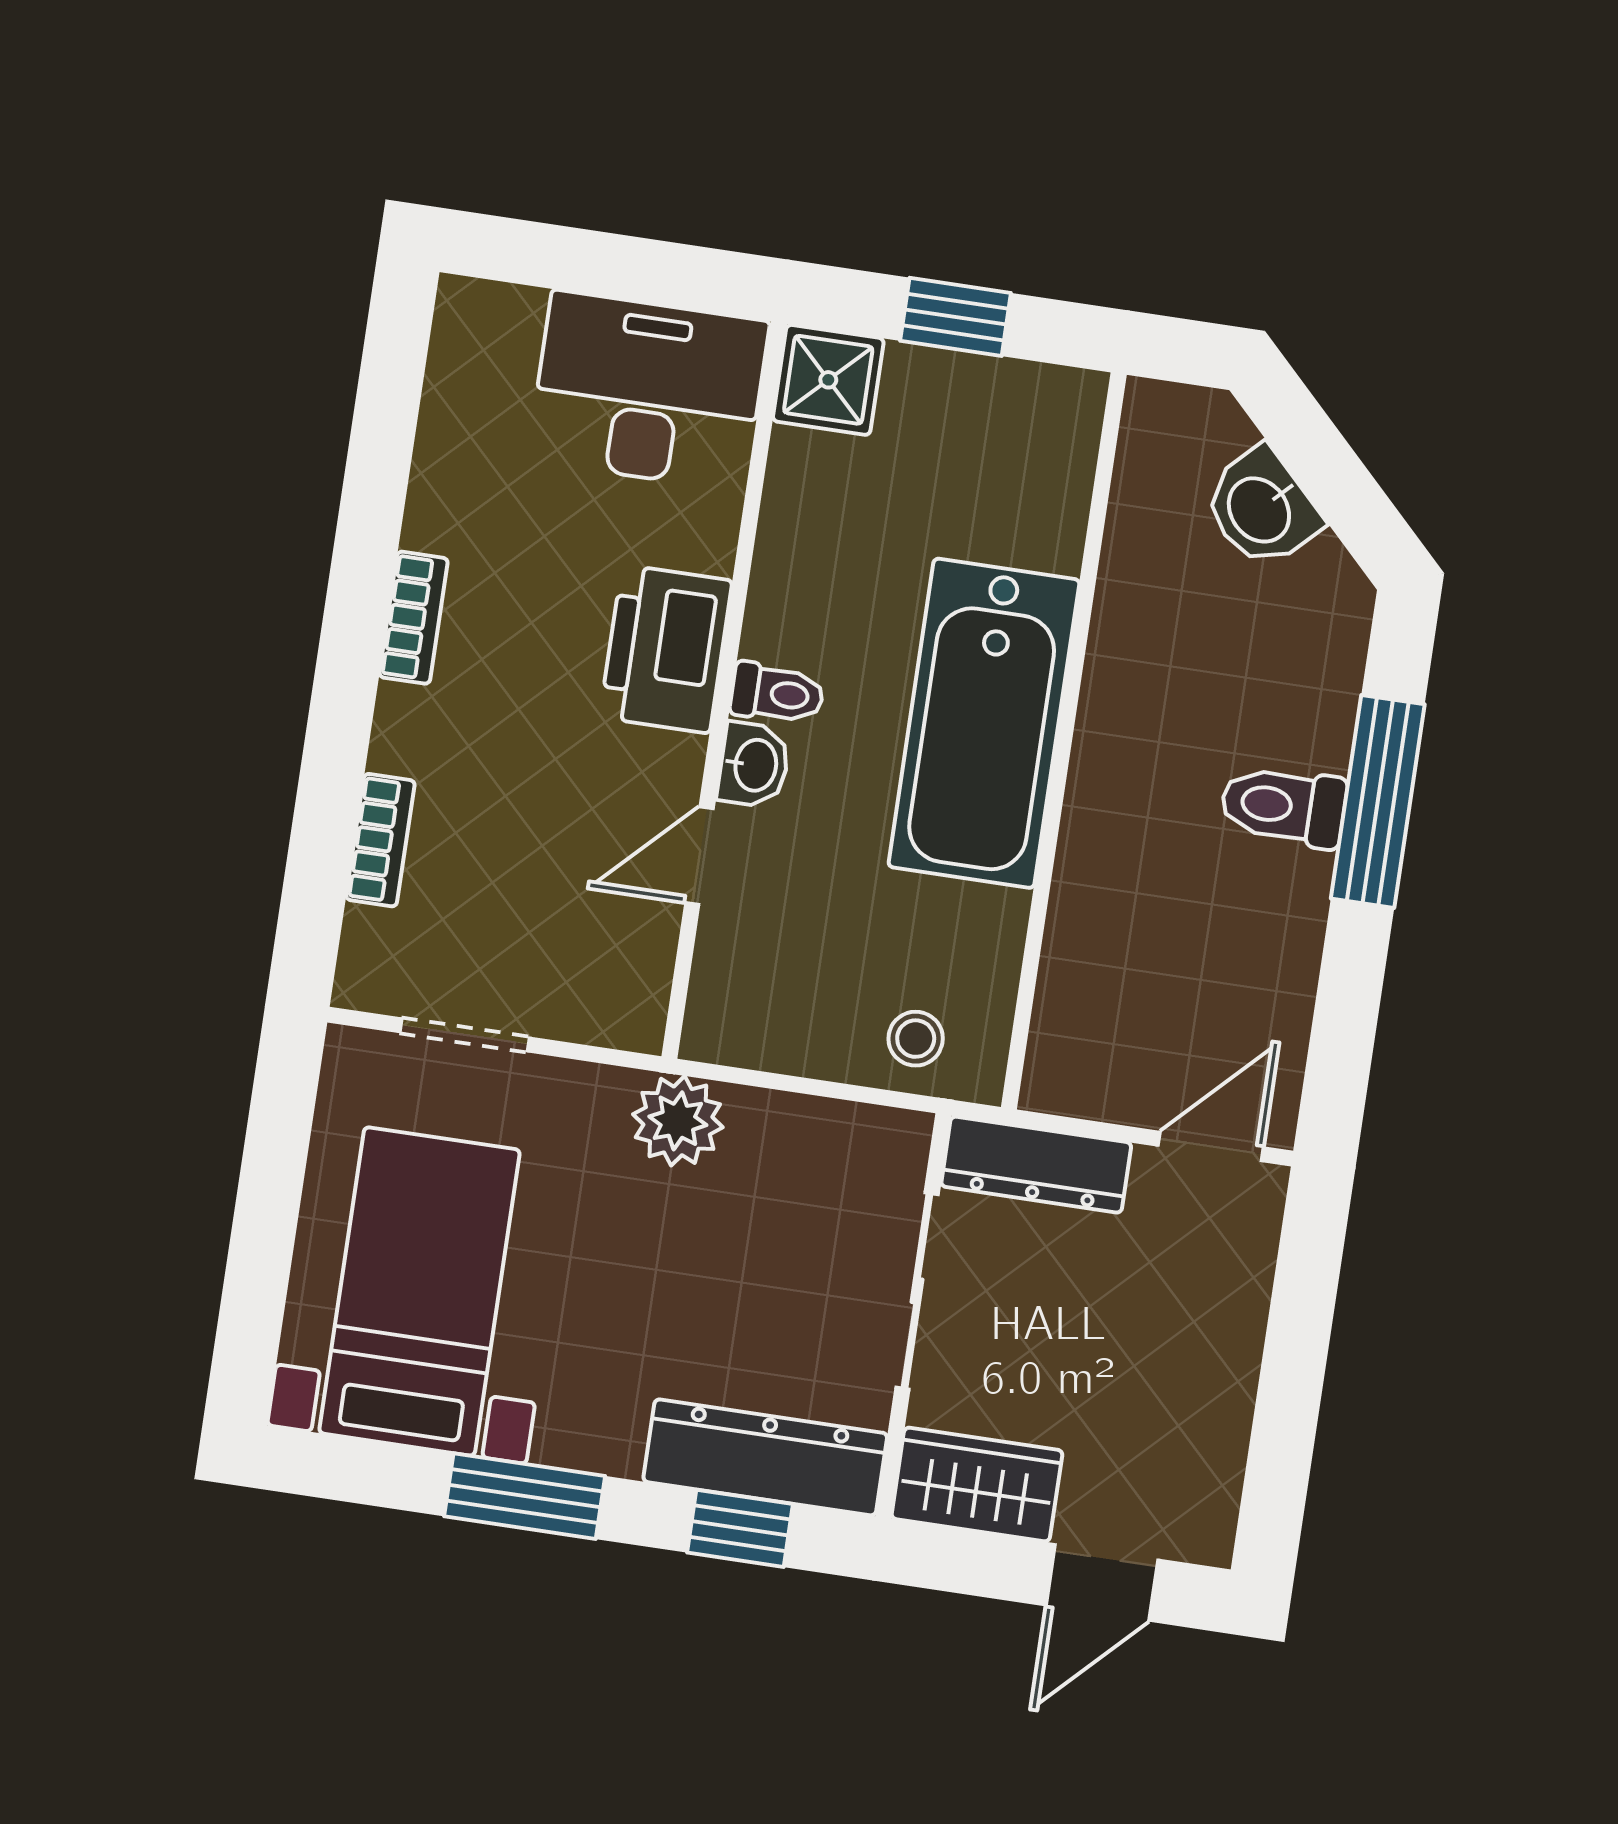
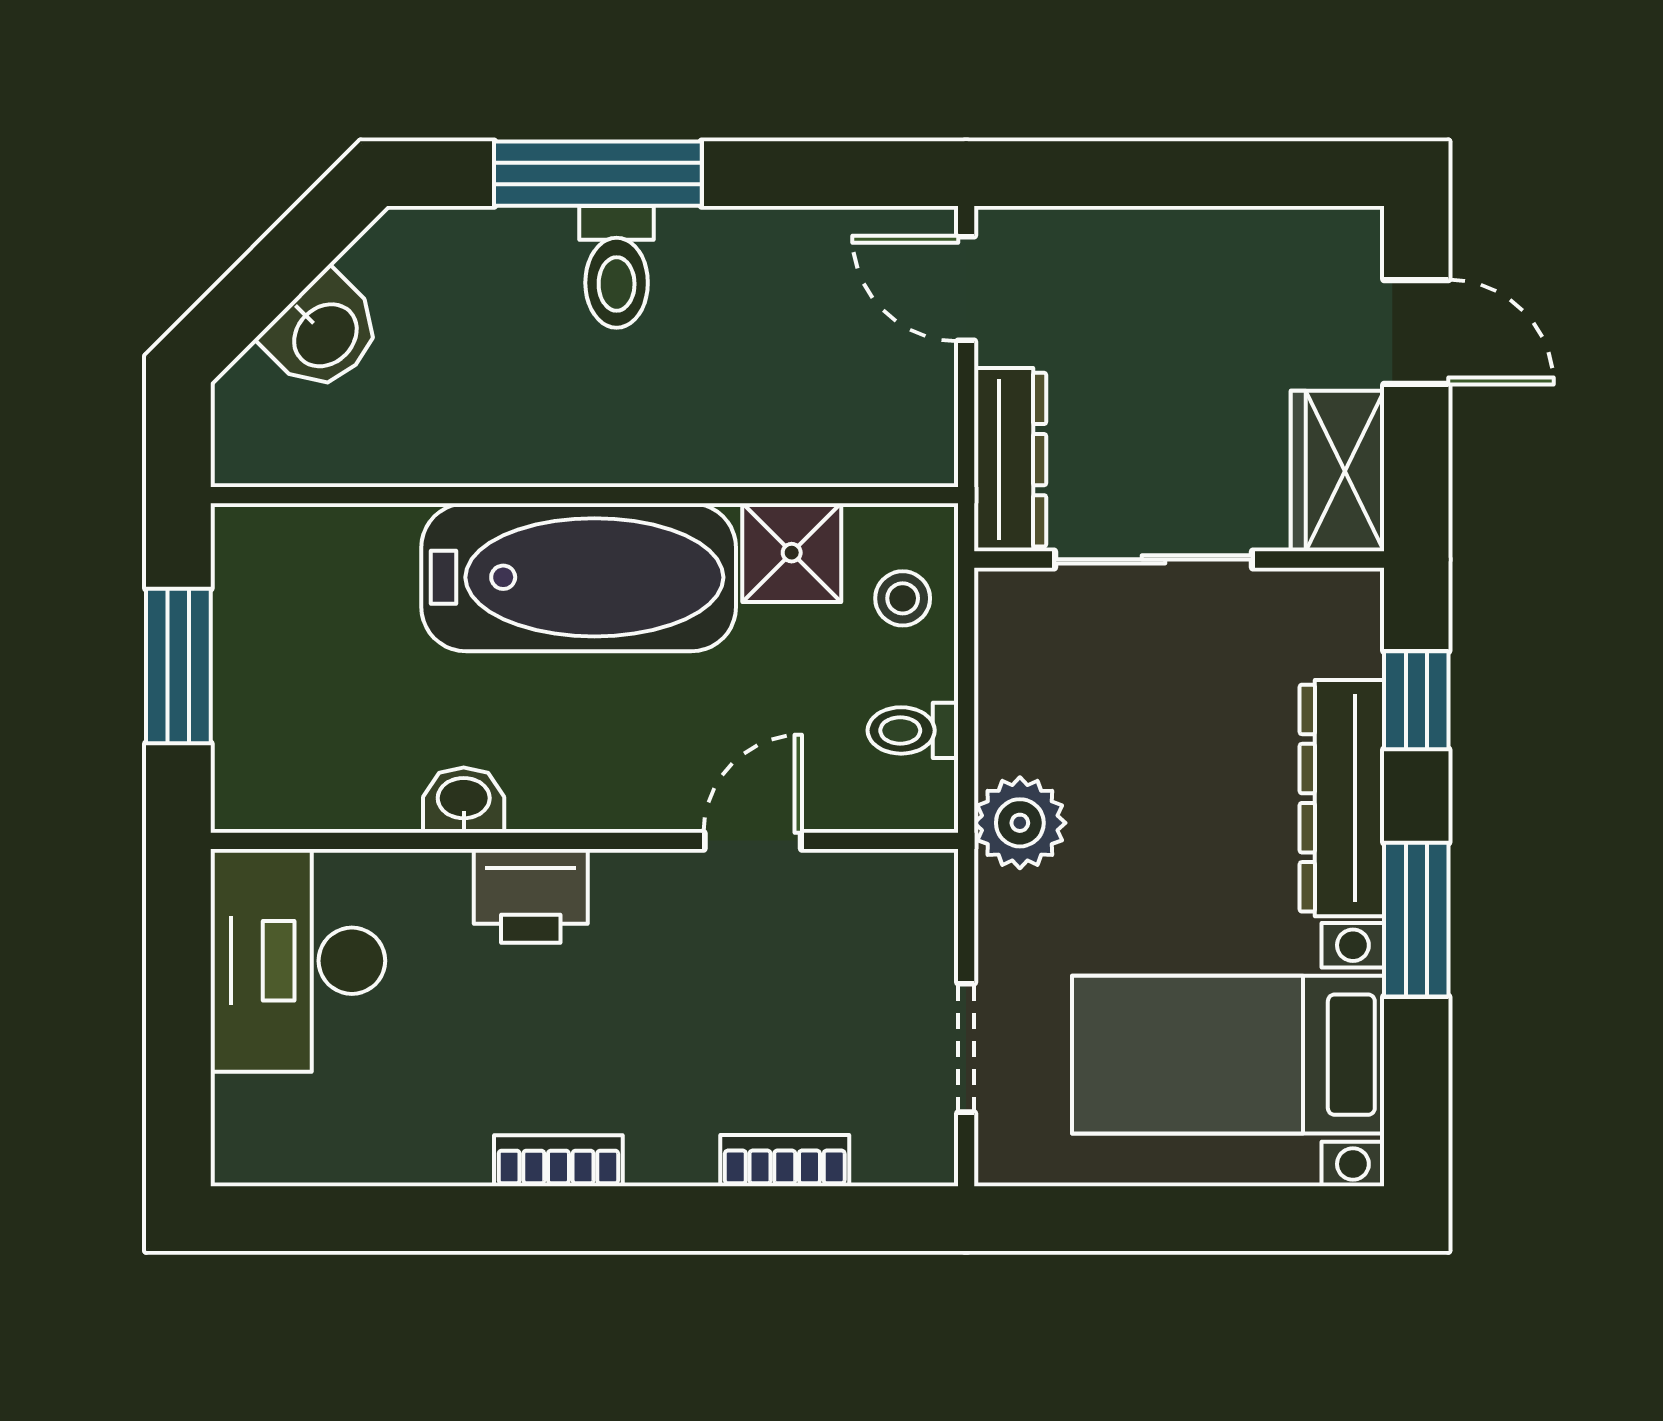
window: (956, 317) -> (178, 666), width x1.50
shower: (828, 380) -> (792, 553), moved
printer: (666, 649) -> (531, 896), width x0.73, depth x0.84
toilet: (777, 693) -> (913, 730), moved, turned -90
washbasin: (754, 765) -> (464, 800), moved
door: (699, 856) -> (753, 841), swing flipped
dresser: (765, 1457) -> (1342, 798), moved

